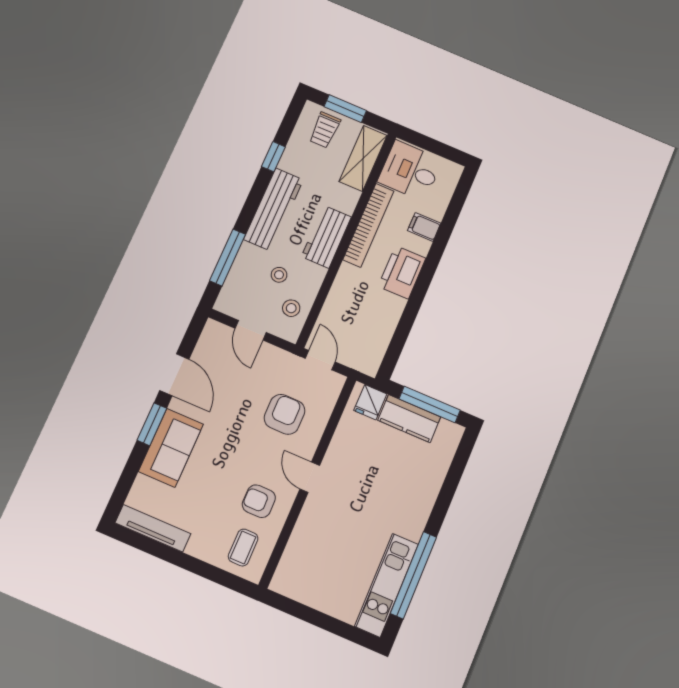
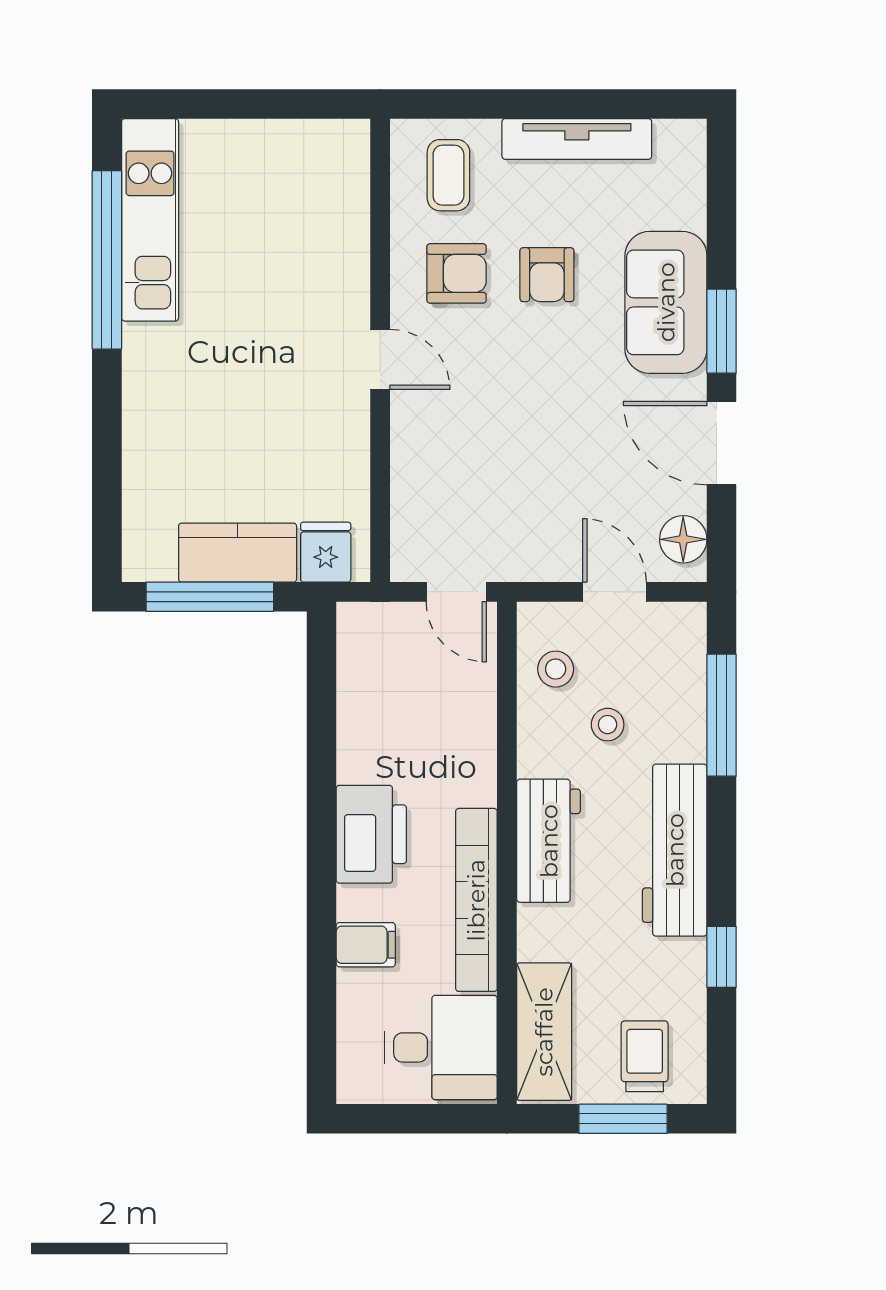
floor lamp: (210, 340) -> (683, 539), added
armchair: (285, 414) -> (547, 275), moved, width x0.72, depth x0.72
tv unit: (153, 528) -> (577, 139), moved

